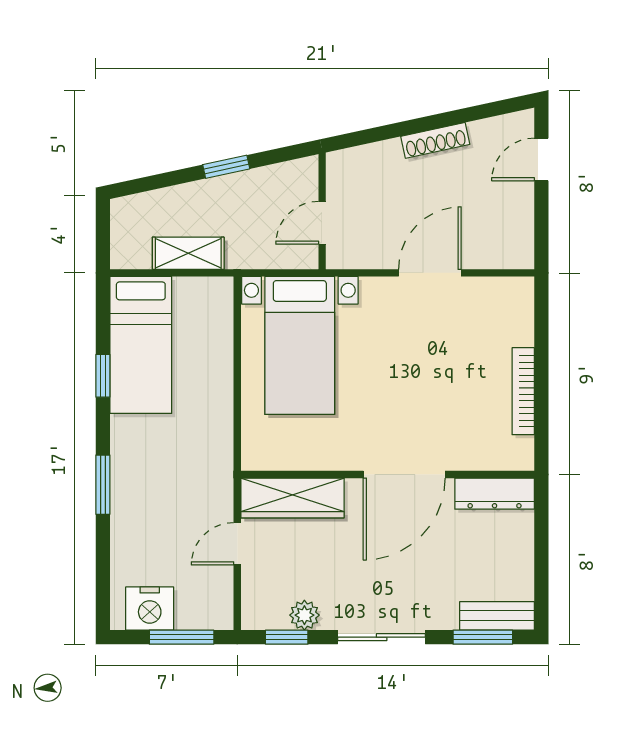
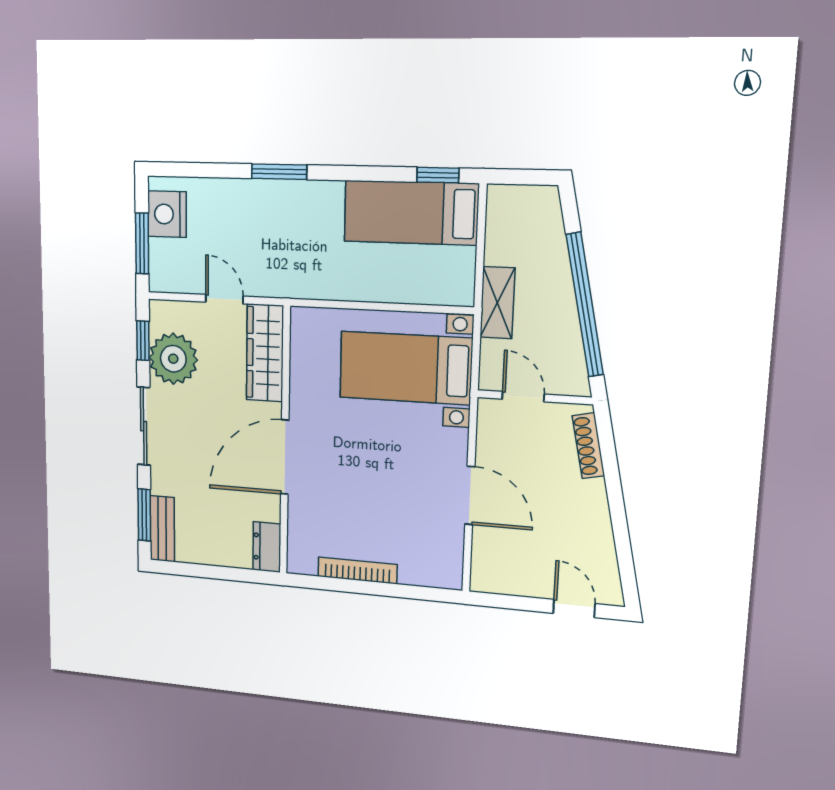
shoe rack: (435, 140) -> (588, 446), moved
window: (226, 167) -> (585, 305), width x3.17
shelving: (188, 253) -> (497, 303), moved
window: (103, 376) -> (438, 175), moved
door: (404, 475) -> (285, 457), hinge flipped
dresser: (495, 494) -> (267, 547), width x0.70
plant: (304, 615) -> (173, 359), width x1.88, depth x1.88

